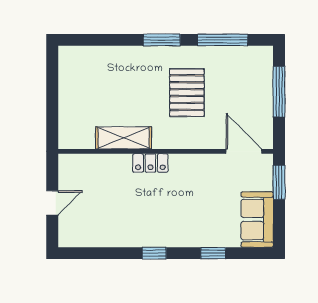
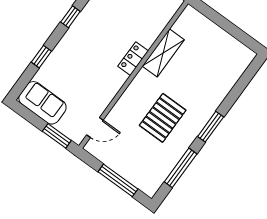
pallet: (187, 93) -> (163, 118), turned 90
door: (244, 151) -> (95, 127), width x0.73

